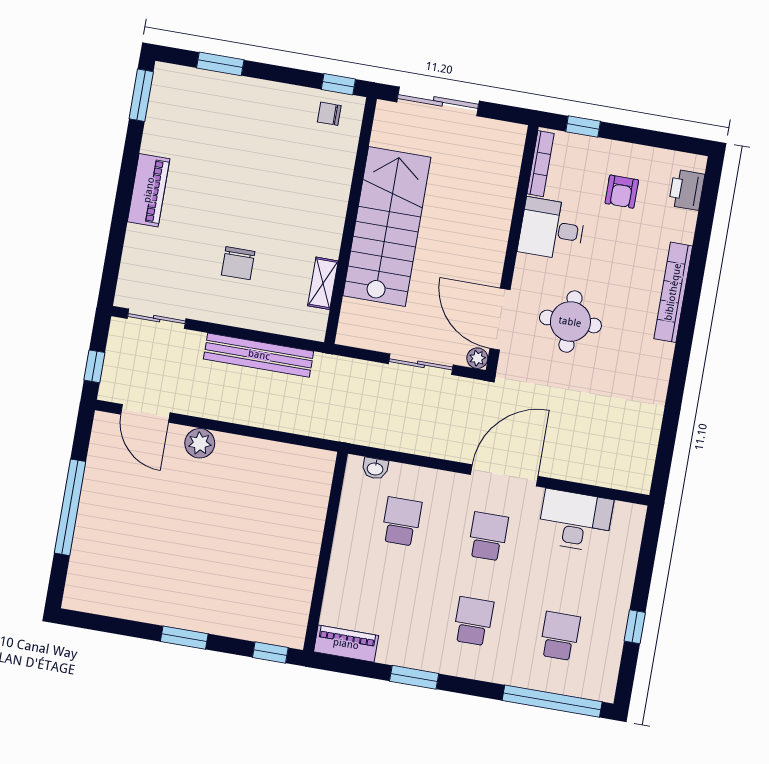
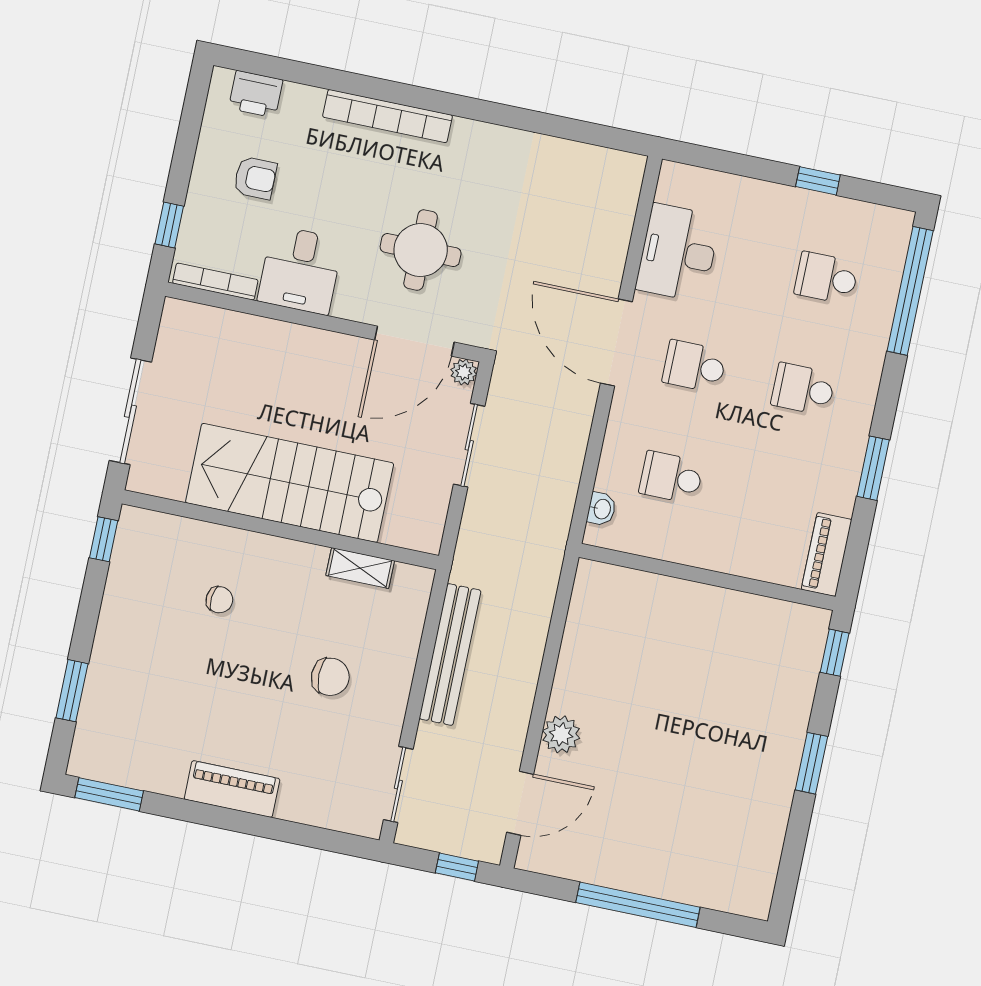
chair: (329, 114) -> (219, 600), moved, turned -84

